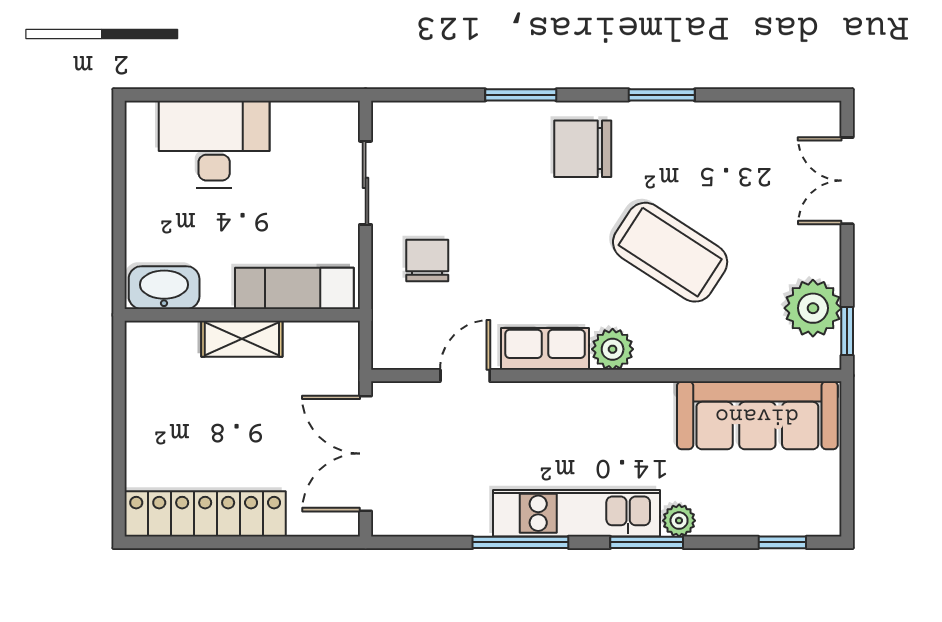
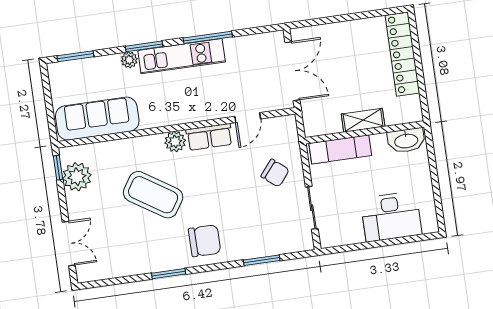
window: (521, 95) -> (262, 260), moved
chair: (427, 261) -> (275, 173), turned -50
locker: (205, 514) -> (402, 54), moved, turned 90
window: (782, 542) -> (75, 56), width x1.50

